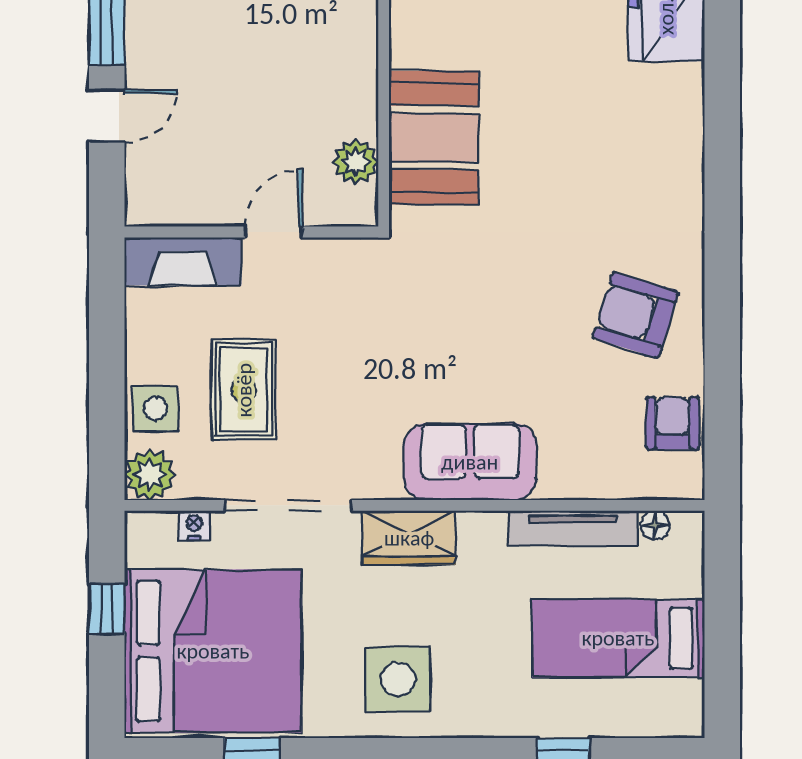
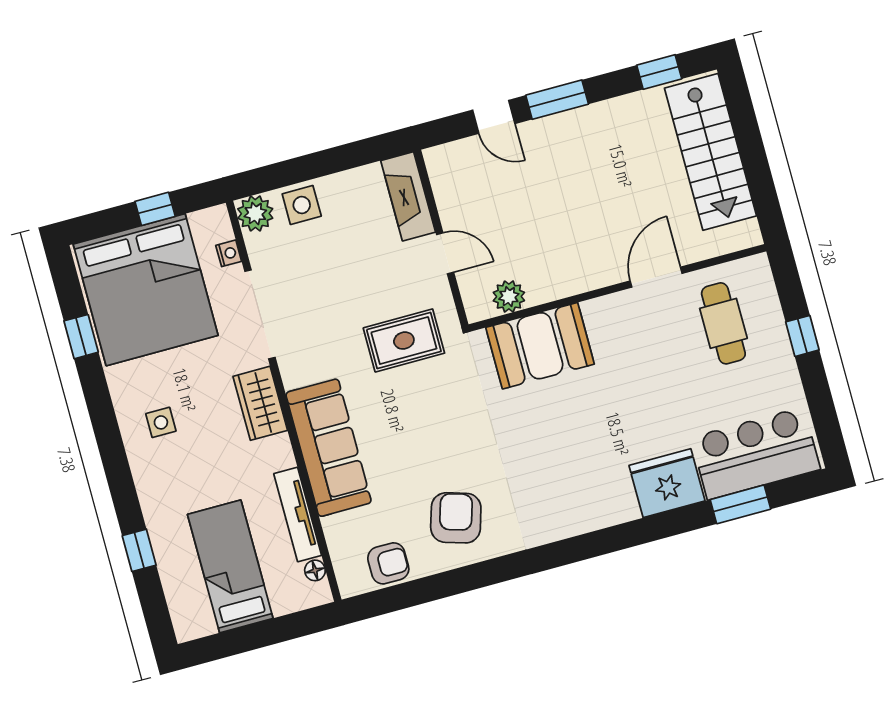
rug: (244, 390) -> (404, 341), moved
sofa: (470, 462) -> (328, 448), width x1.36
side table: (398, 679) -> (161, 422), width x0.54, depth x0.54

